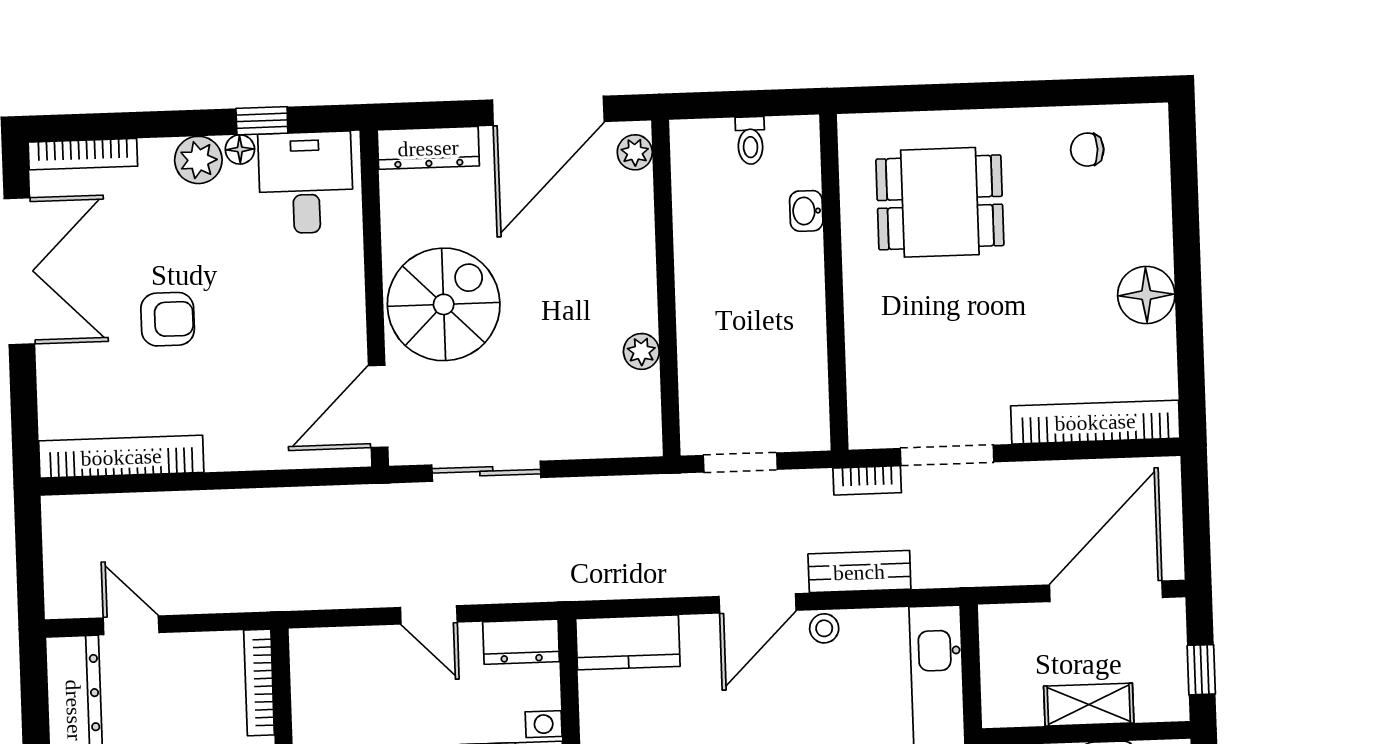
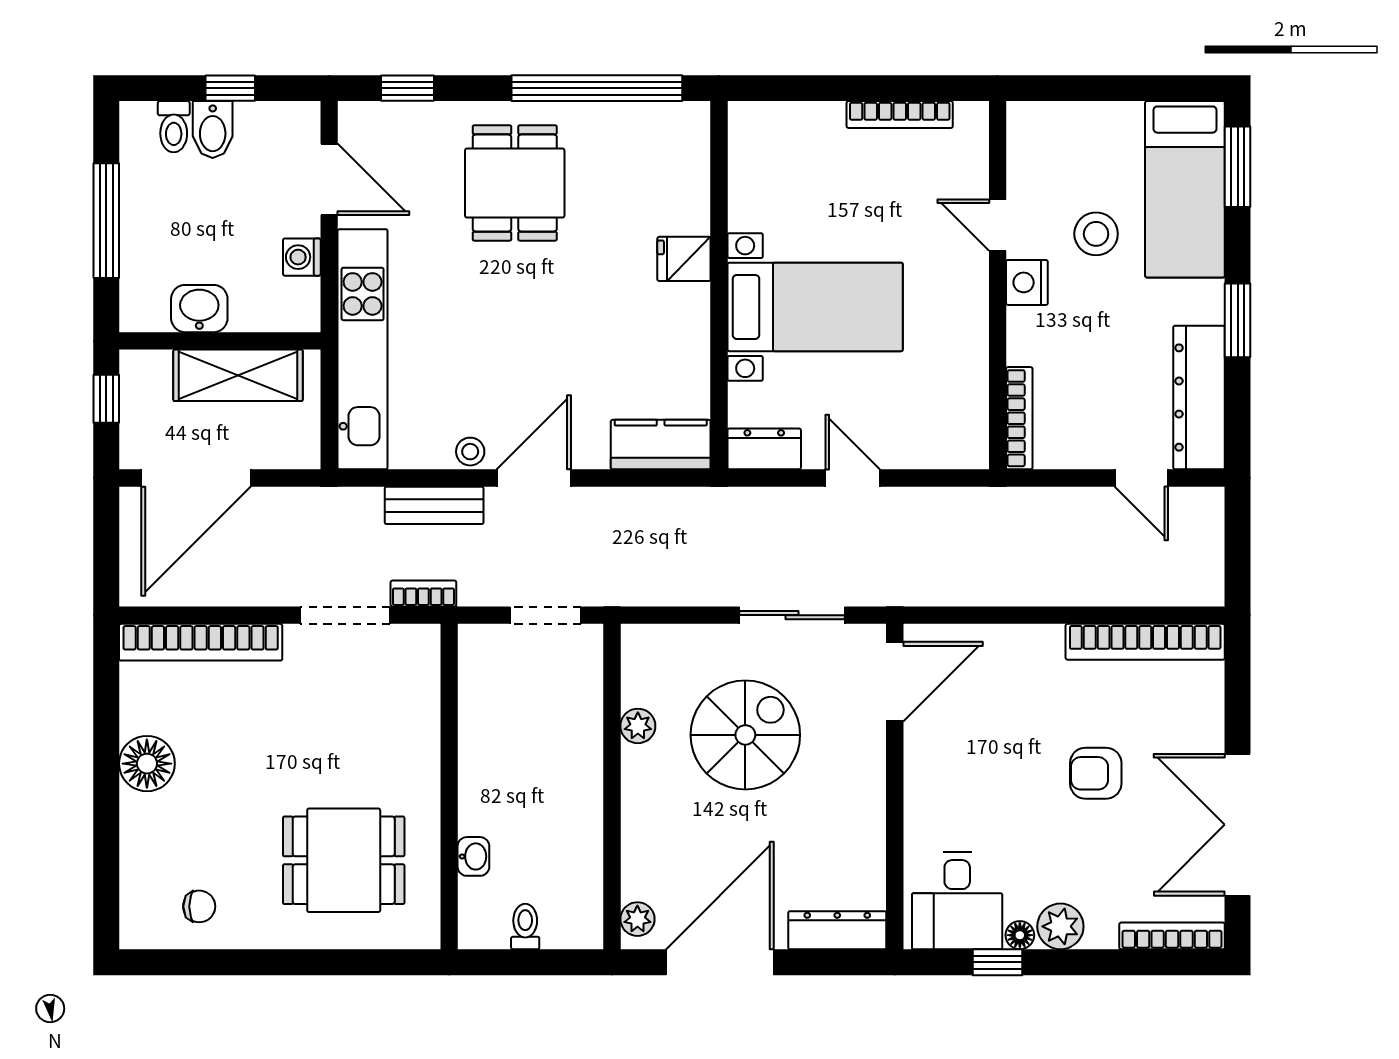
spiral stairs: (444, 304) -> (745, 735), moved, turned 180
shelving: (1089, 705) -> (238, 375), width x1.50, depth x1.33

